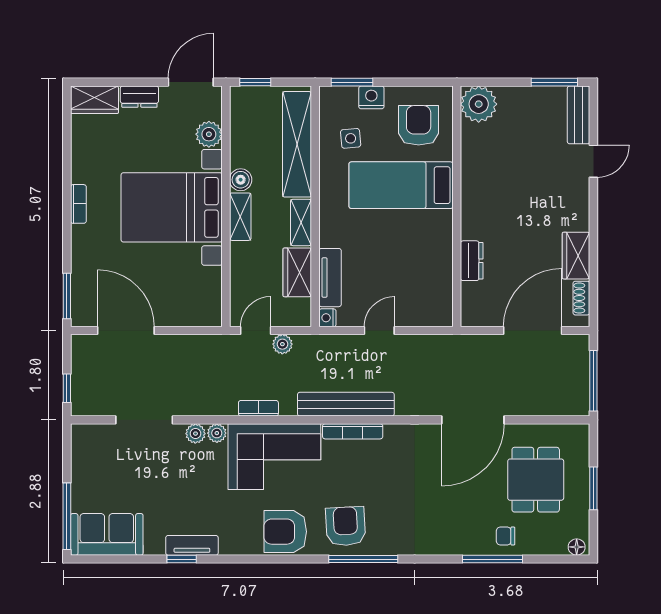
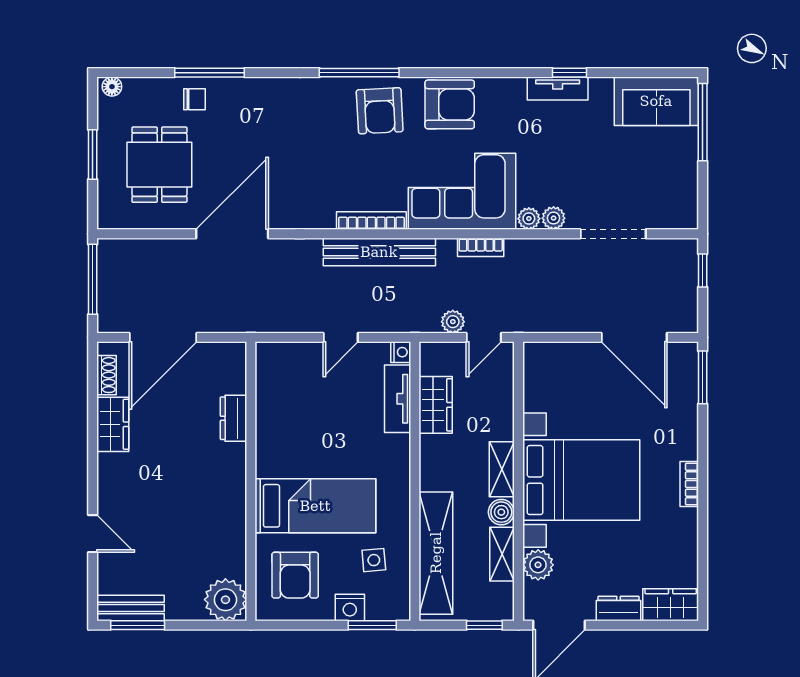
bench: (579, 115) -> (131, 608), moved, turned 90
door: (593, 161) -> (93, 534), swing flipped
shelving: (301, 222) -> (502, 554), moved

